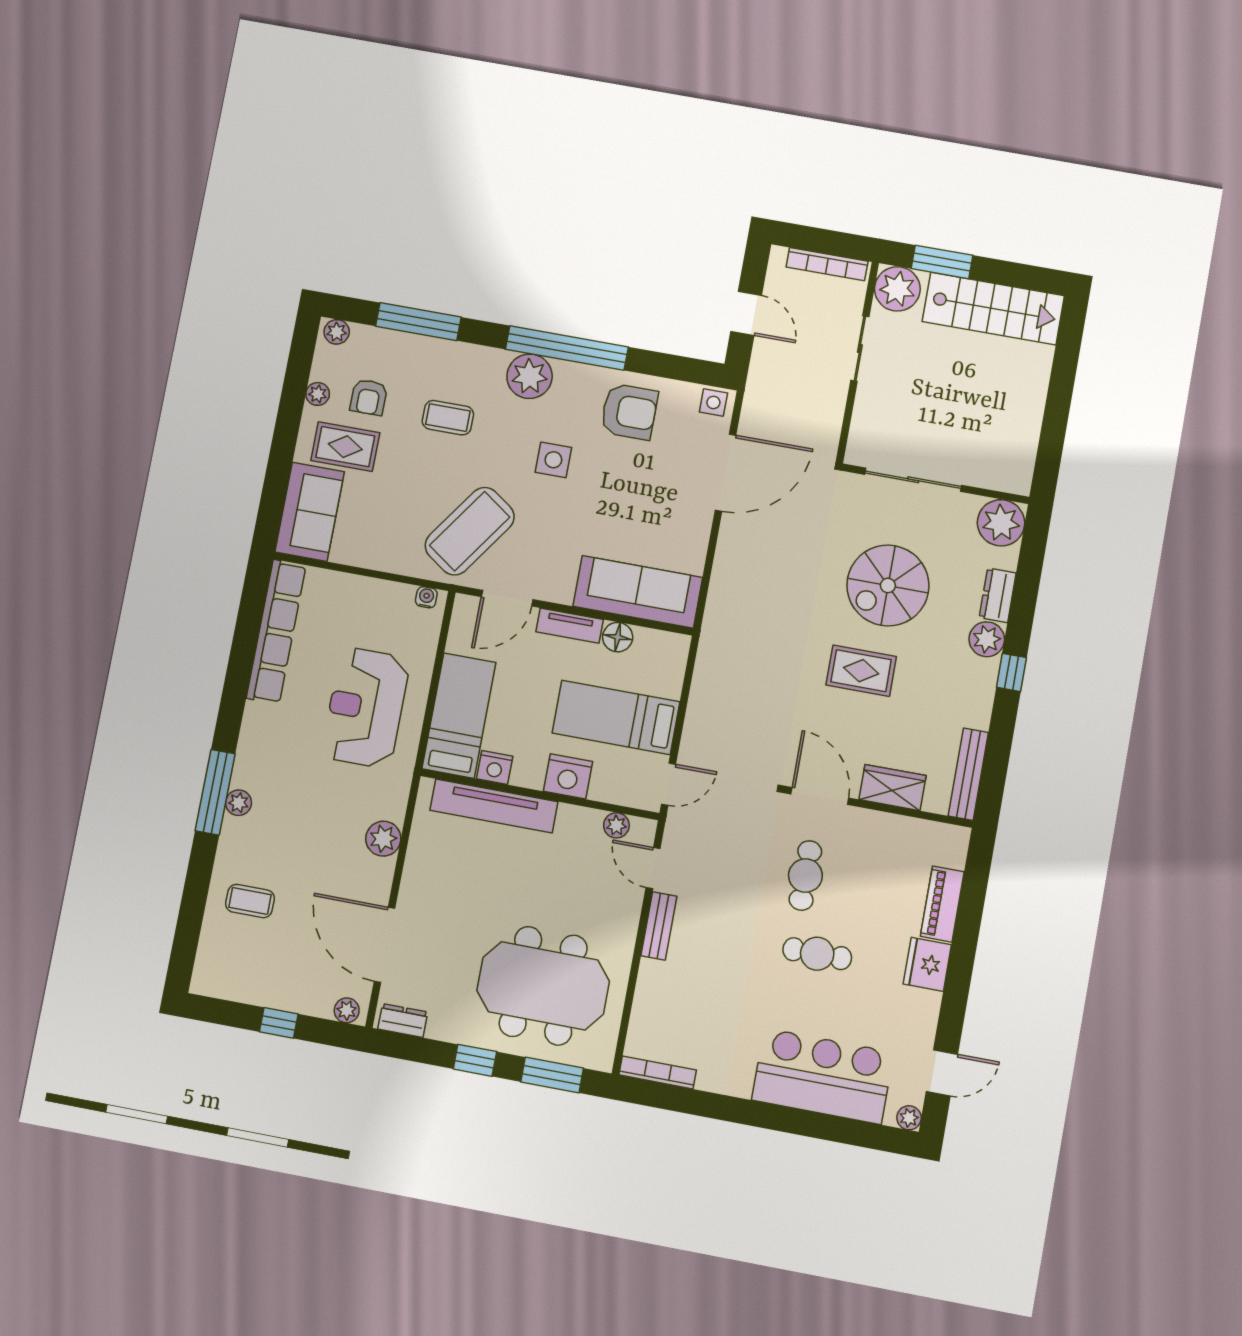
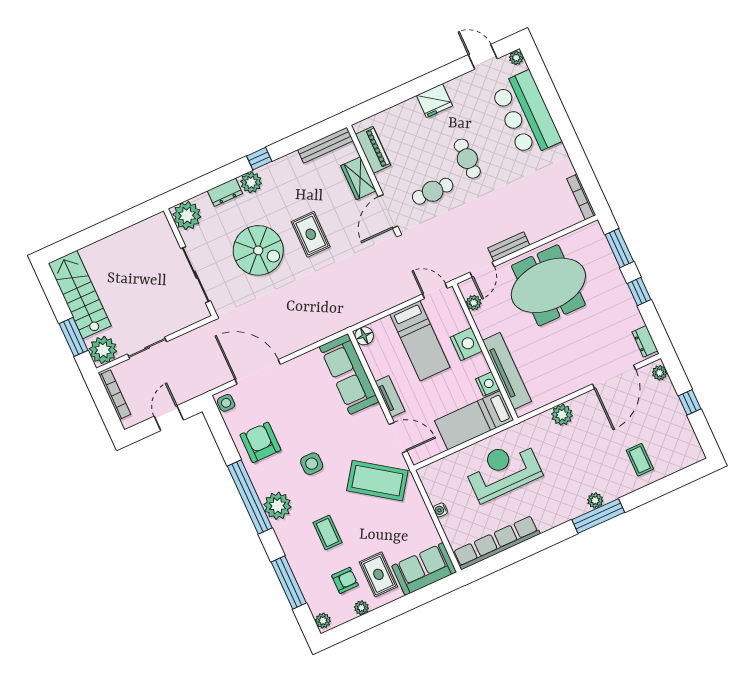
water cooler: (426, 597) -> (440, 510), moved
floor lamp: (618, 637) -> (364, 336), moved
reception desk: (366, 708) -> (503, 470), turned 180
piano: (942, 904) -> (373, 150), moved, turned -90
meeting table: (543, 986) -> (548, 285), moved, turned 90

